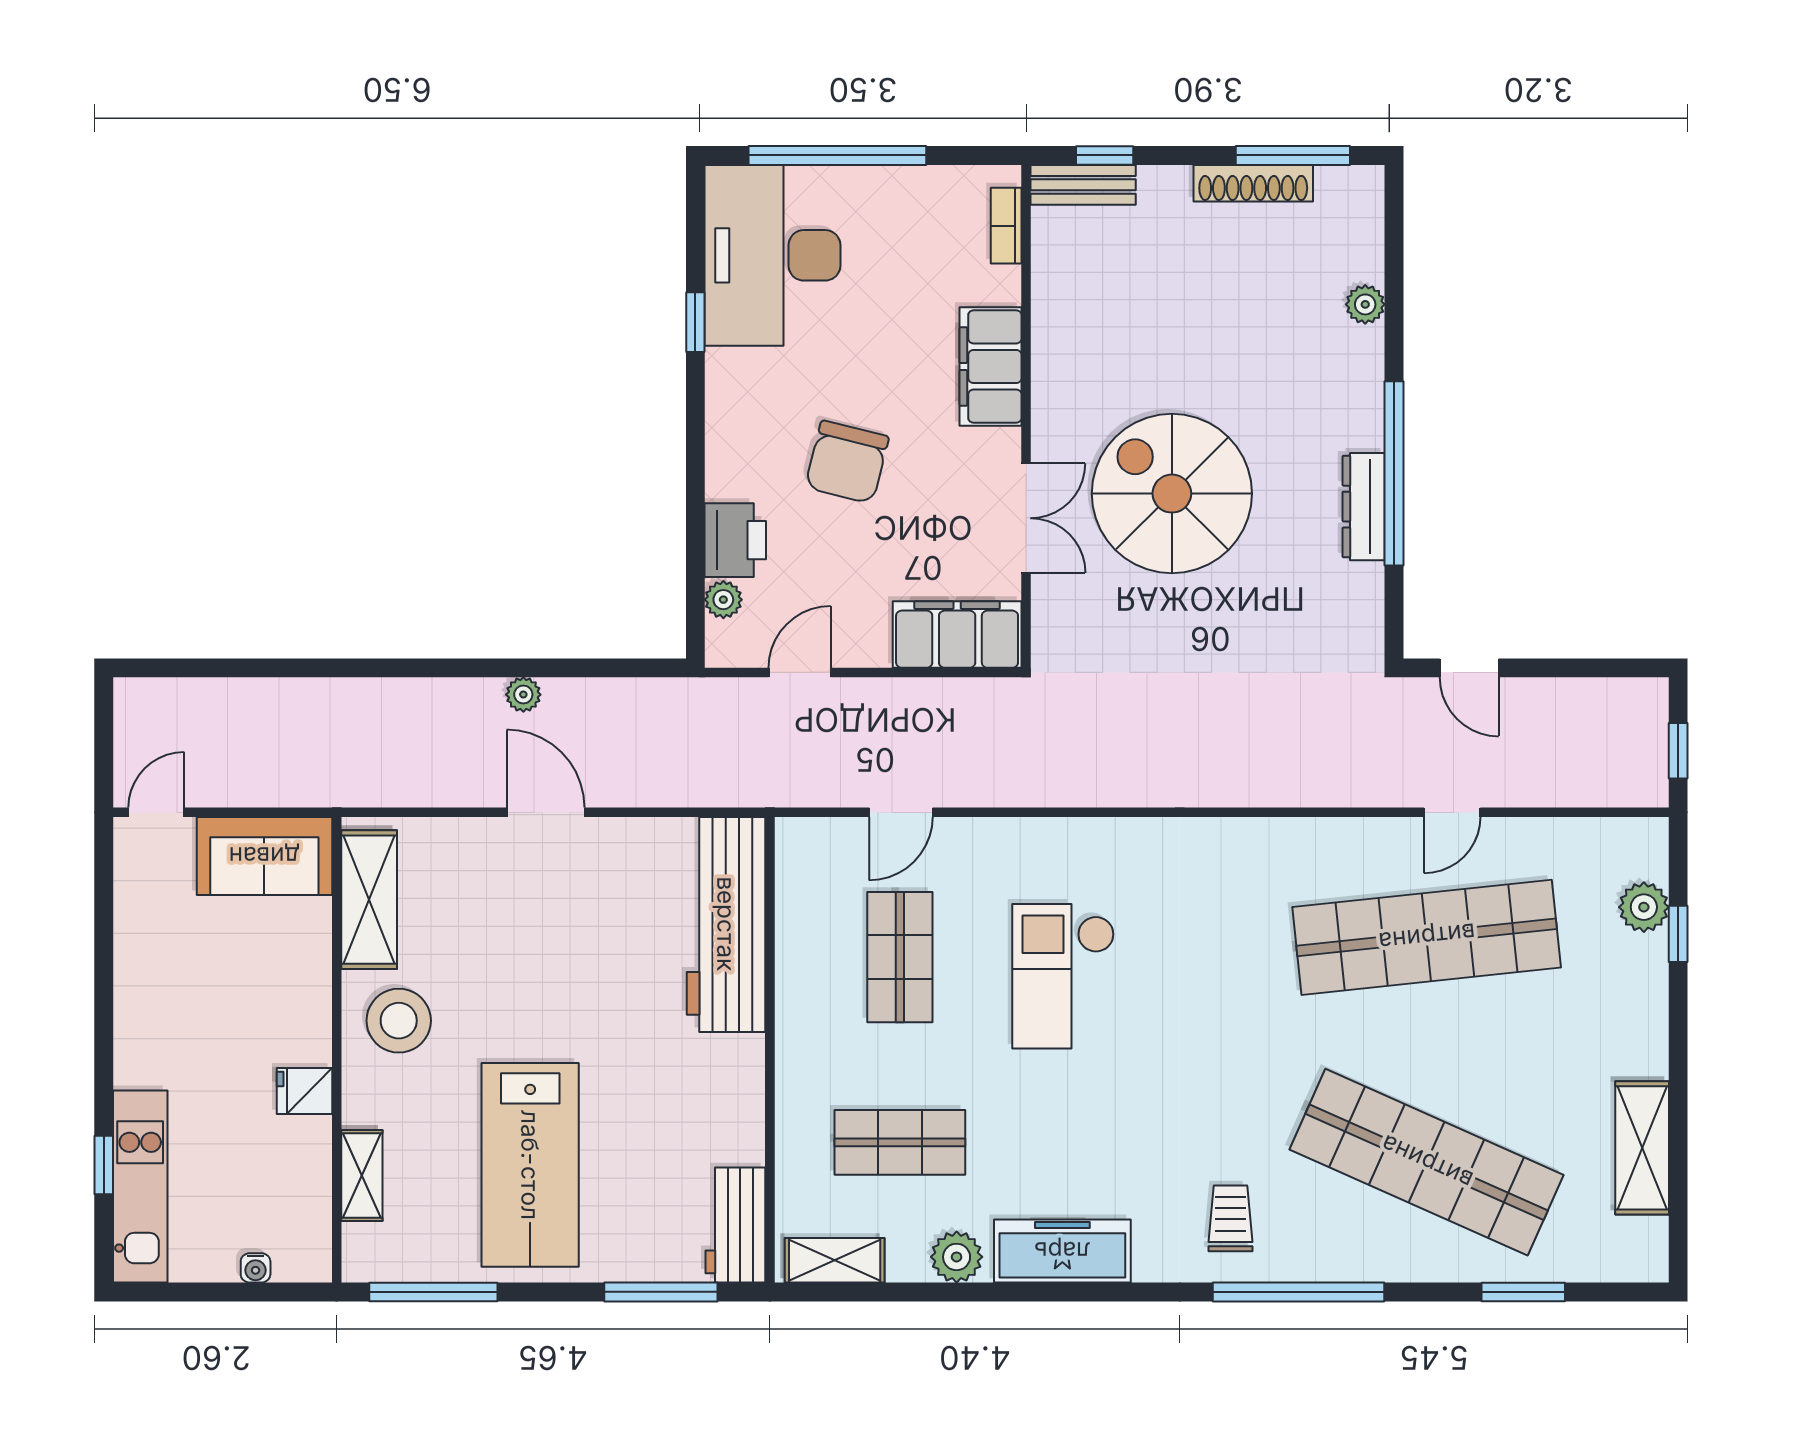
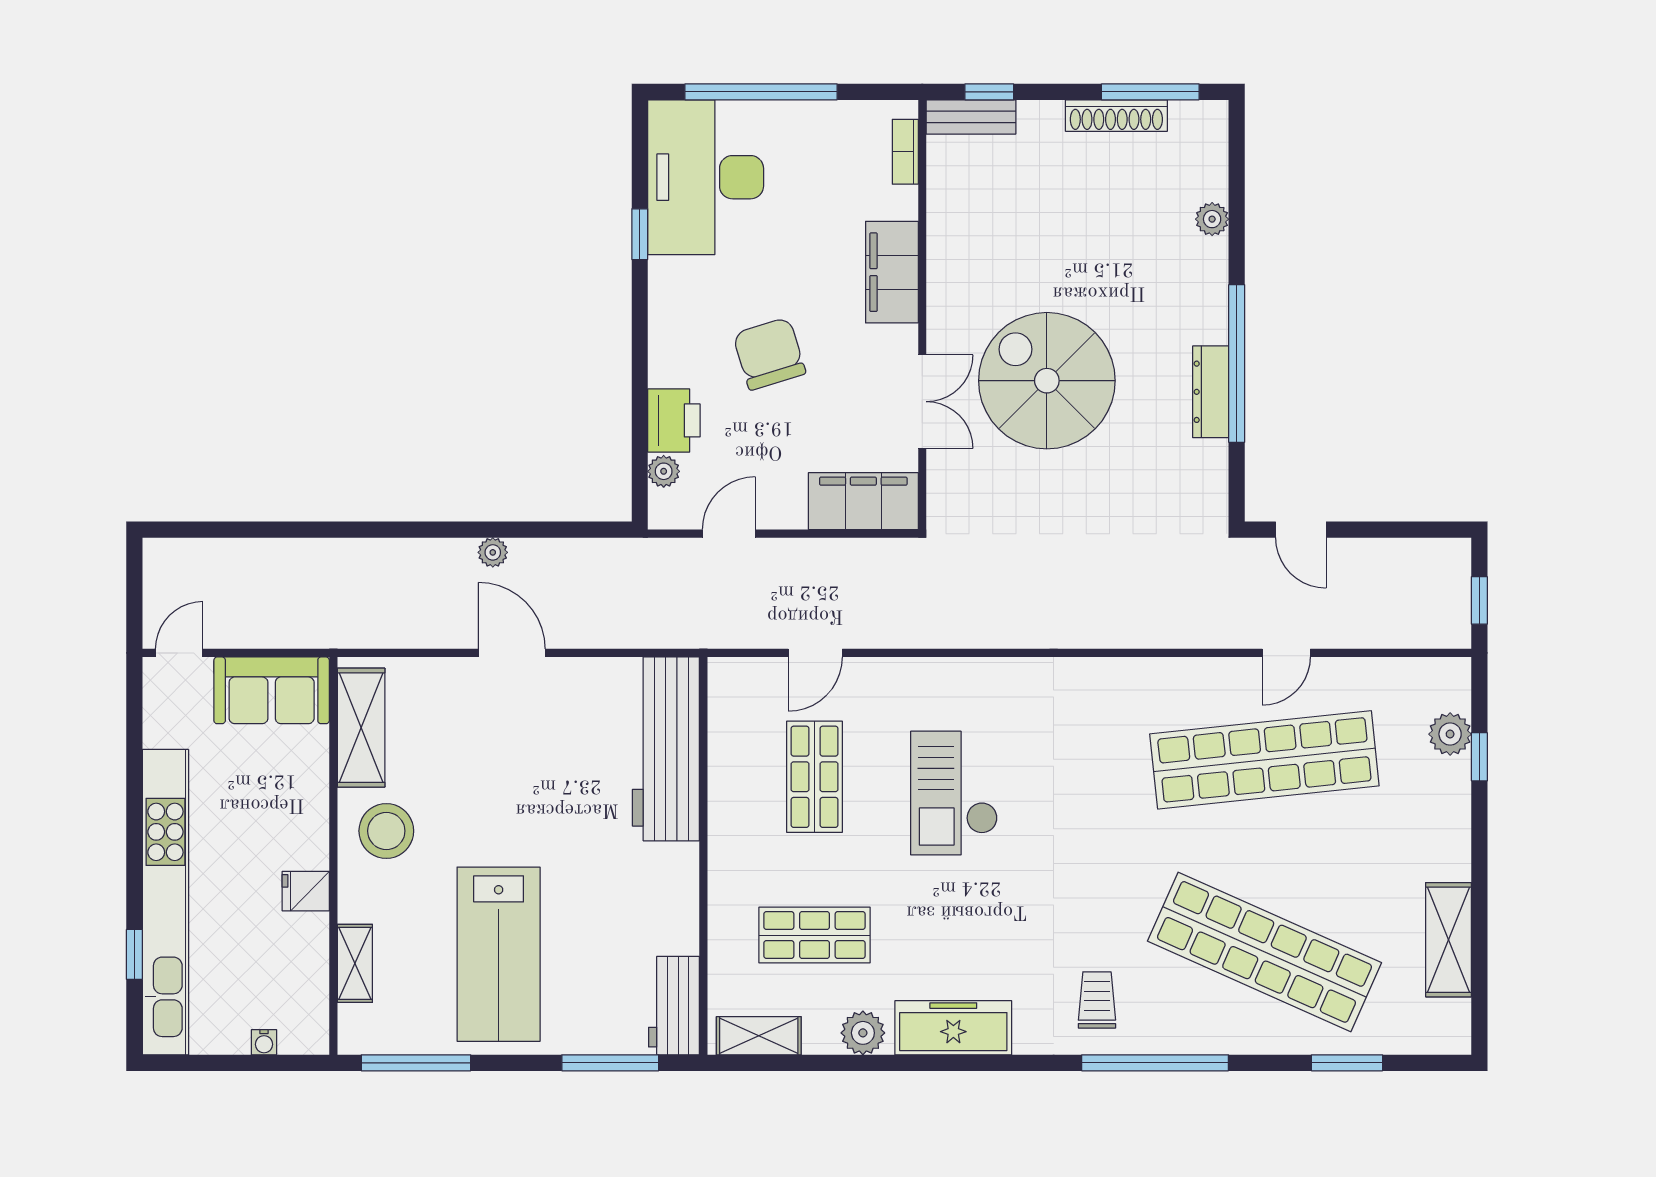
chair: (847, 462) -> (769, 354), turned 149
kitchen unit: (140, 1187) -> (165, 902), width x1.86

